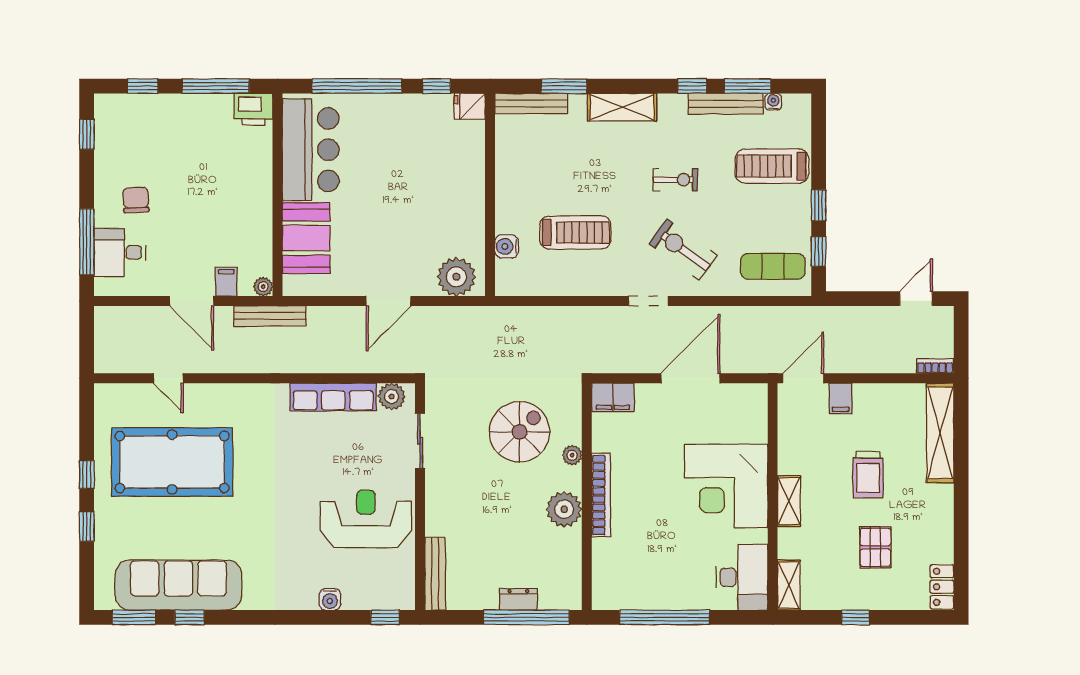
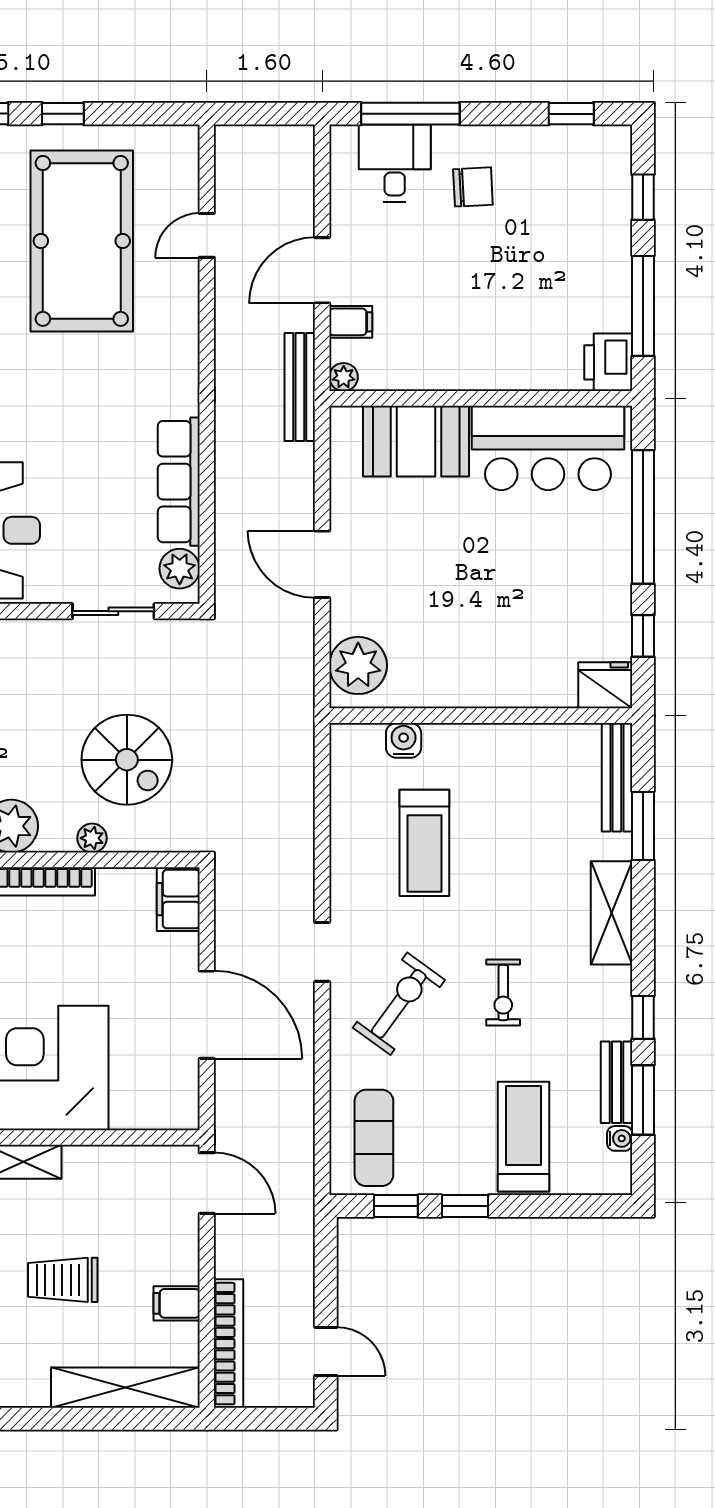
bench: (726, 104) -> (617, 1082), width x0.73
fridge: (470, 106) -> (605, 685), width x1.38
bookcase: (935, 366) -> (229, 1344), width x2.31, depth x1.31
filing cabinet: (841, 399) -> (177, 1303), moved

